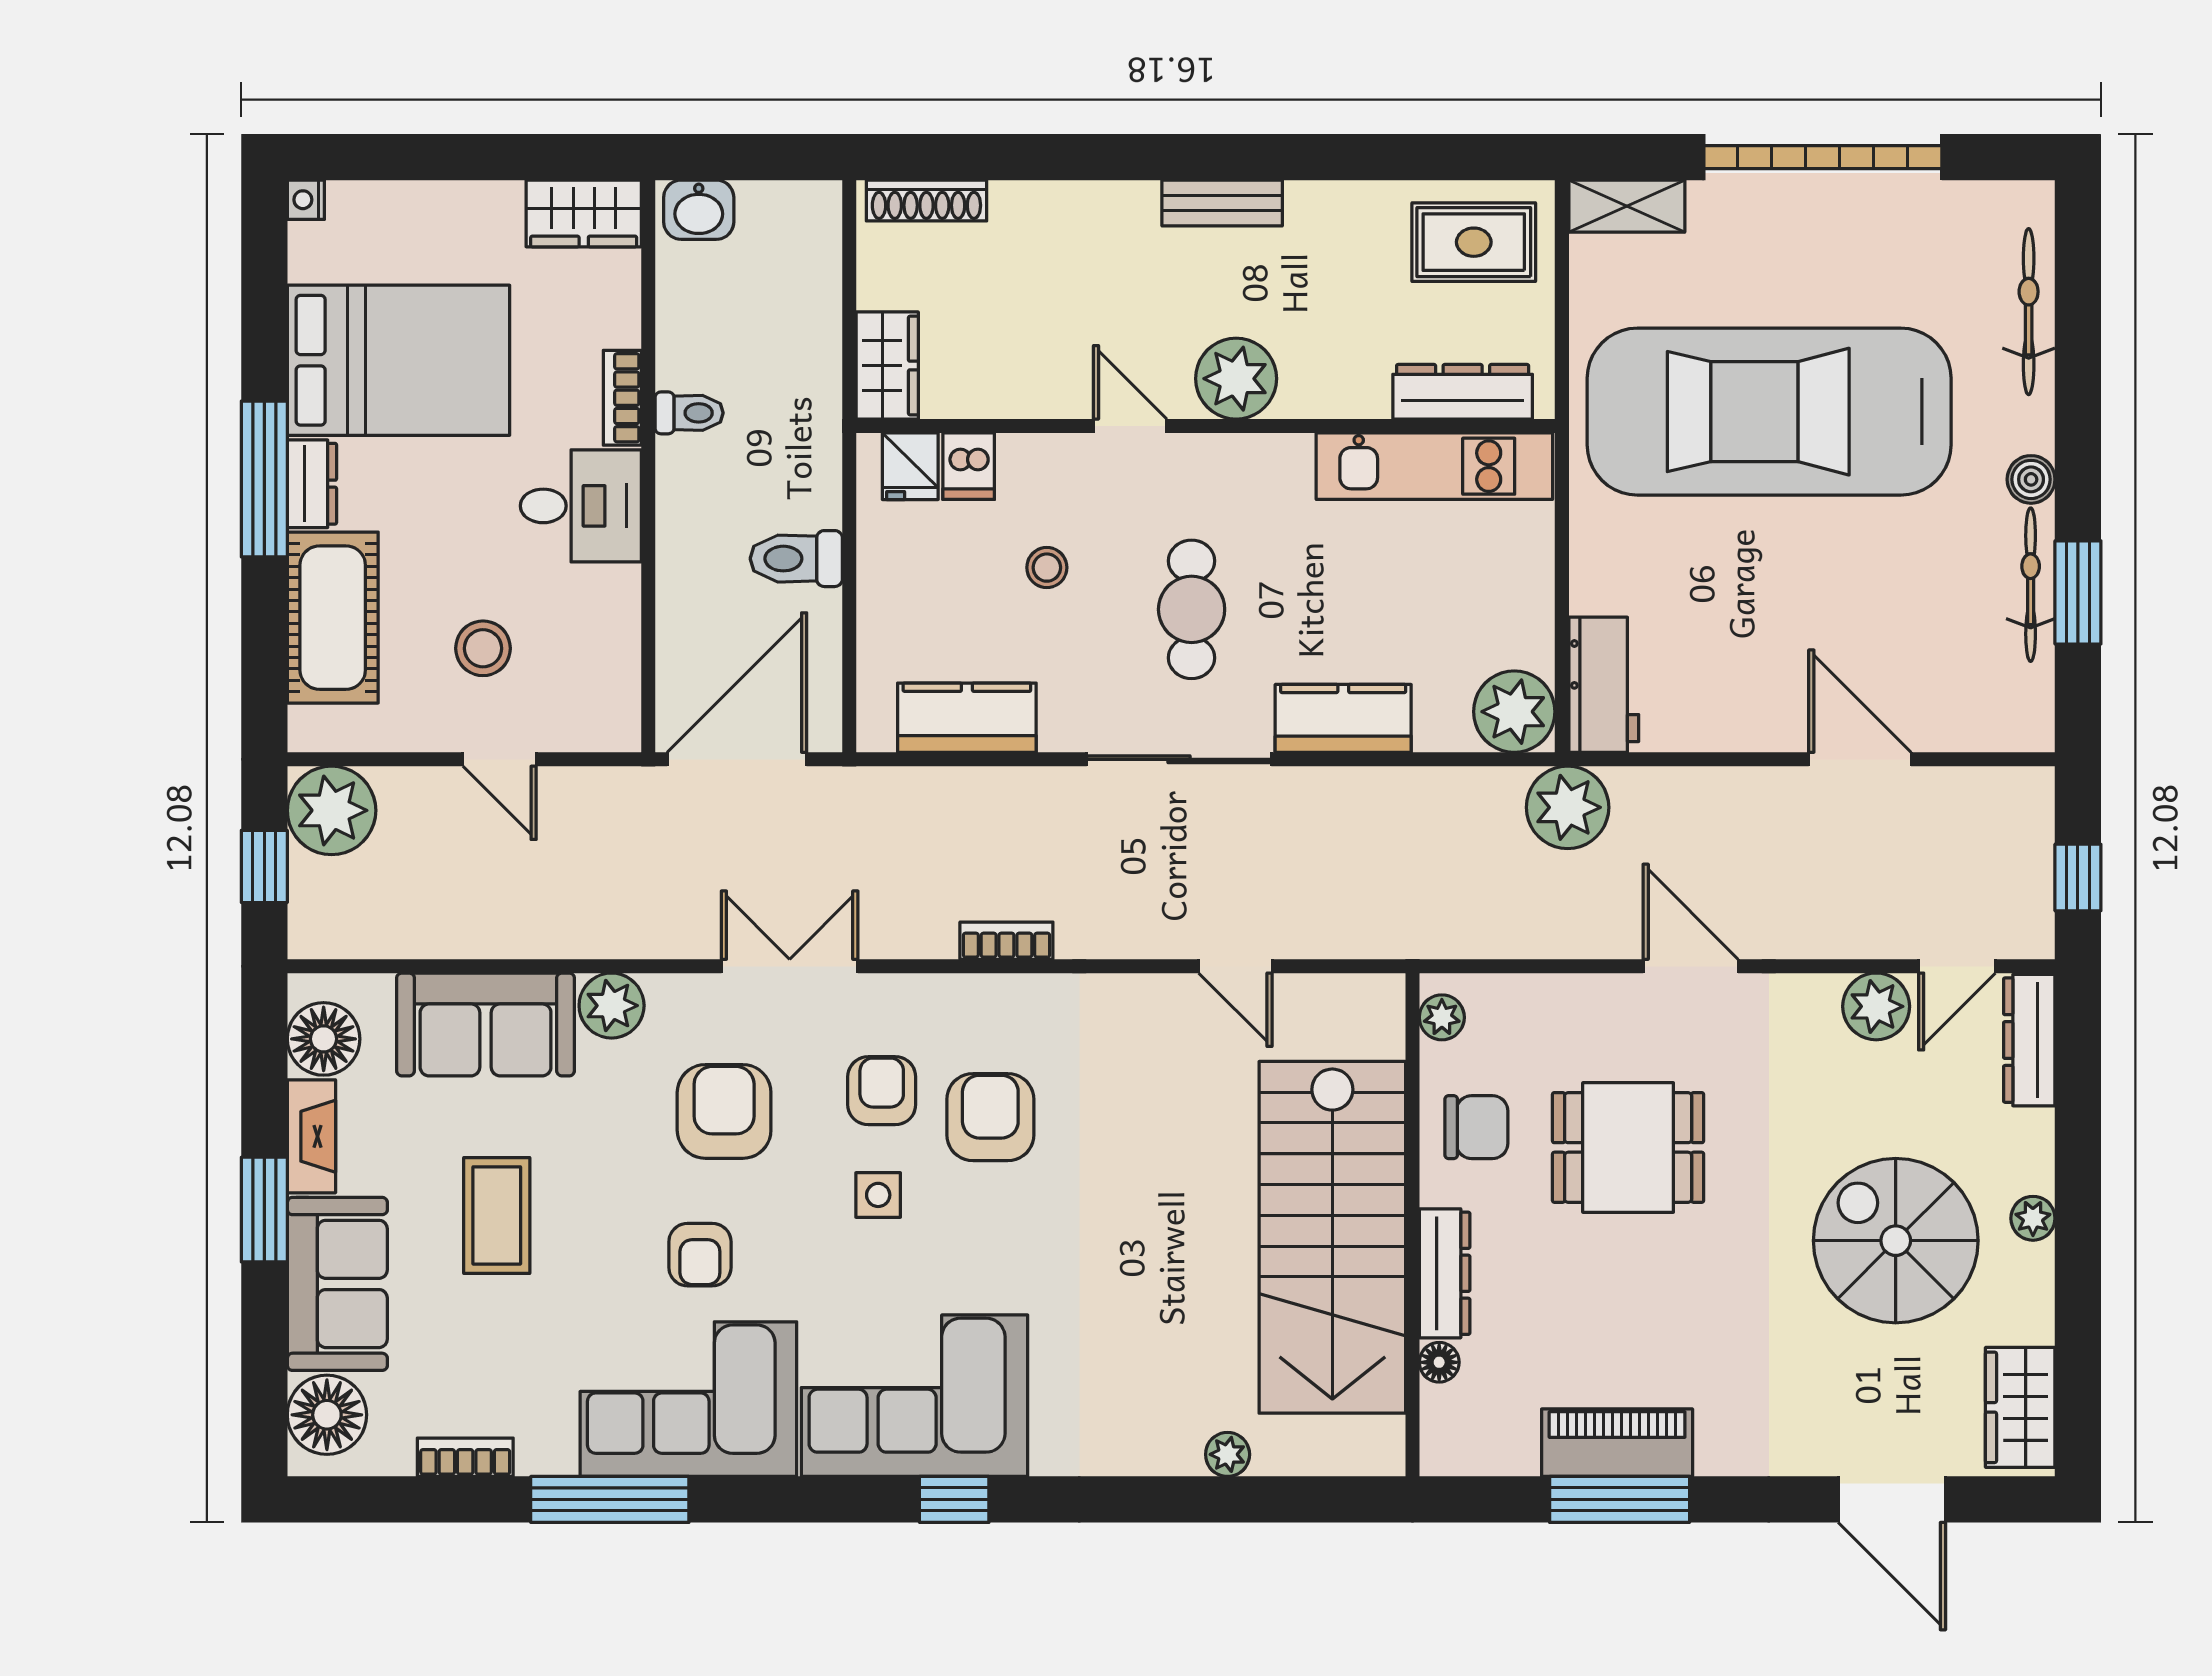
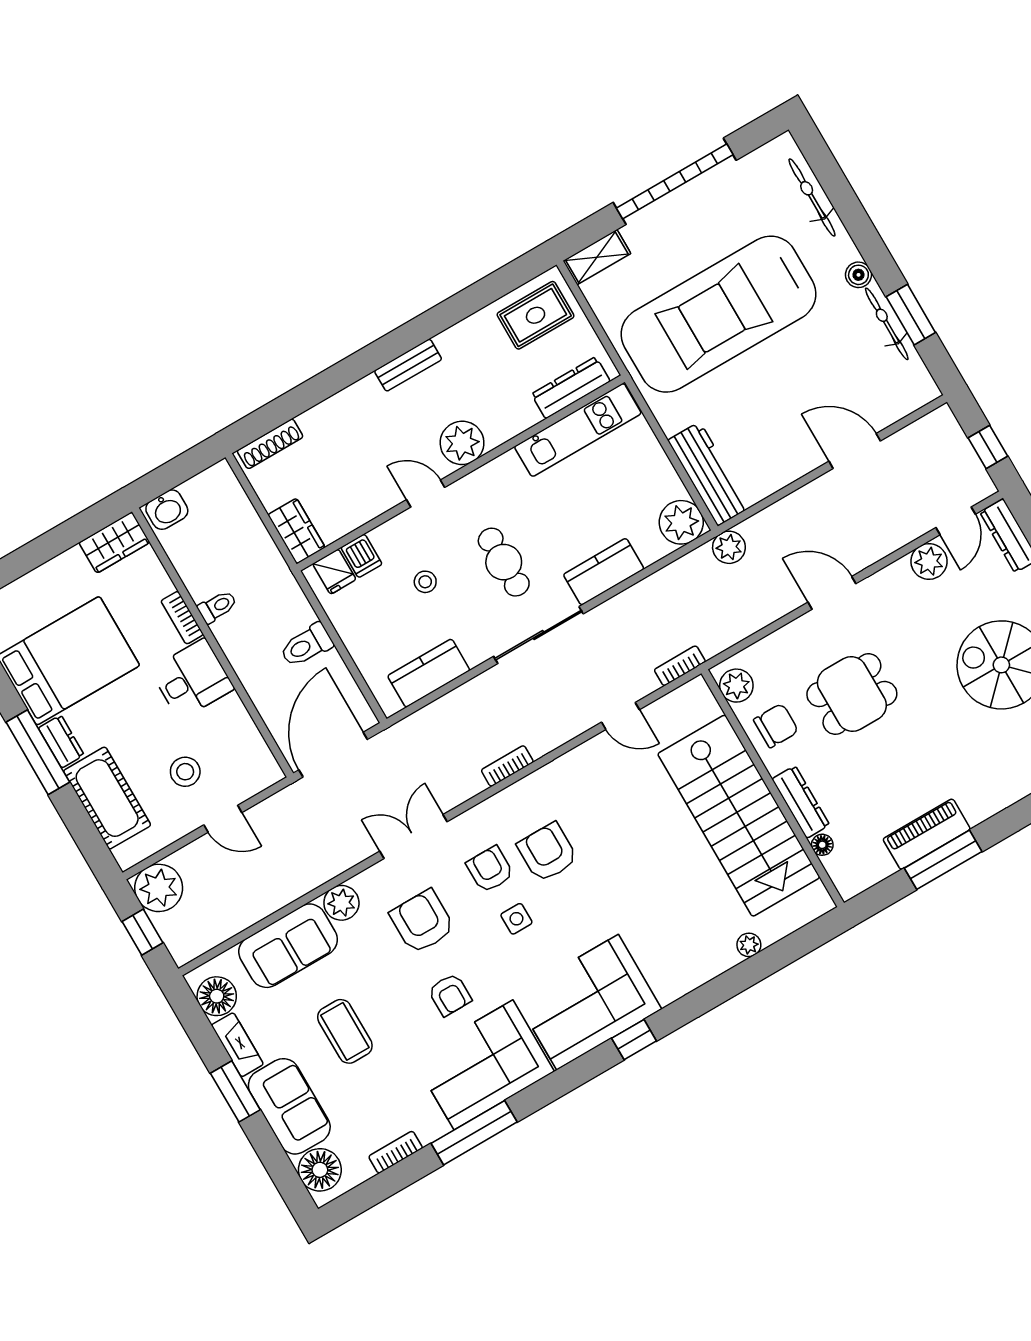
workbench: (1604, 685) -> (709, 474), width x1.38
plant: (1568, 807) -> (729, 547), width x0.73, depth x0.73
bookcase: (1378, 941) -> (680, 666), added
plant: (1442, 1017) -> (736, 686), width x1.38, depth x1.38

